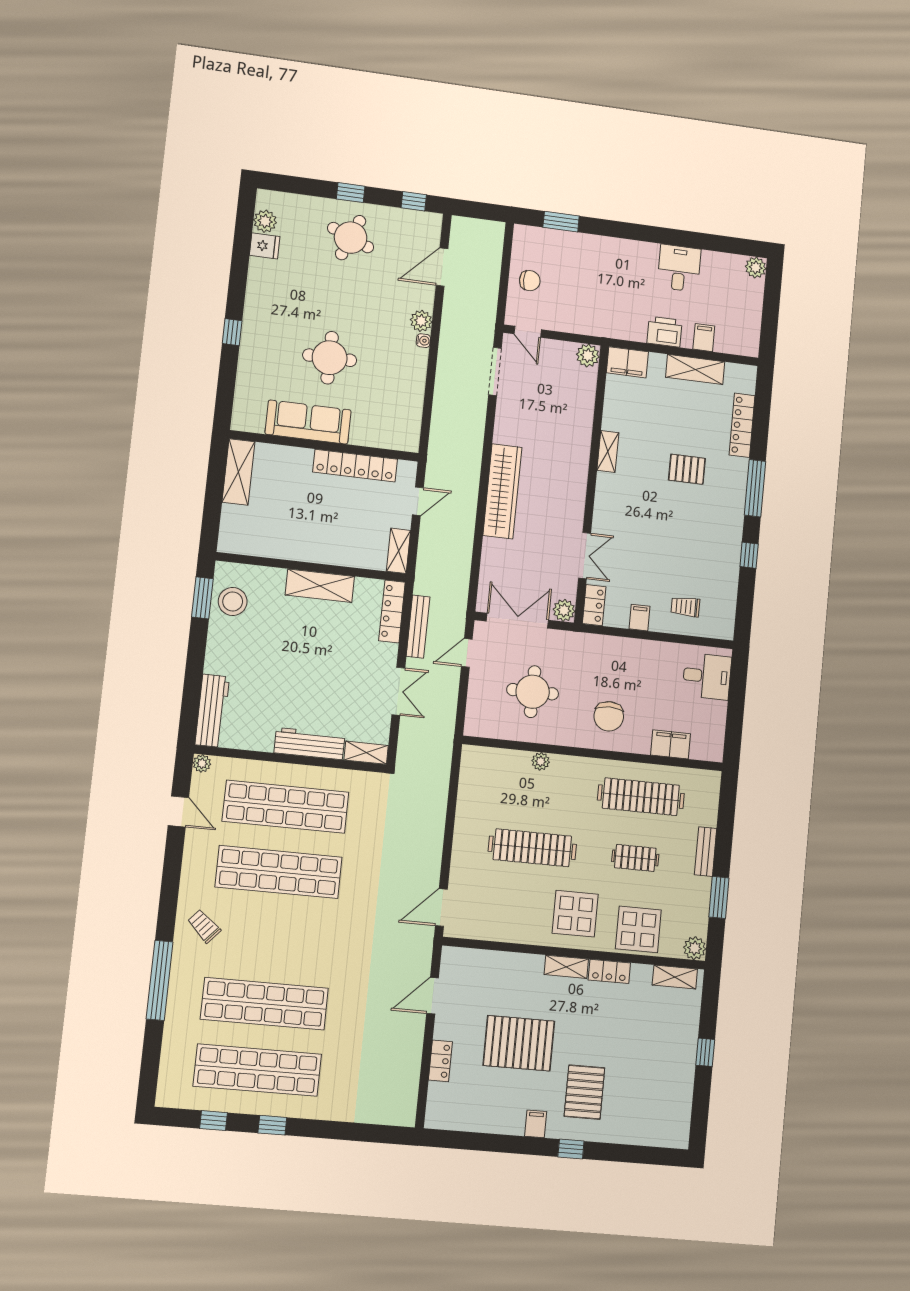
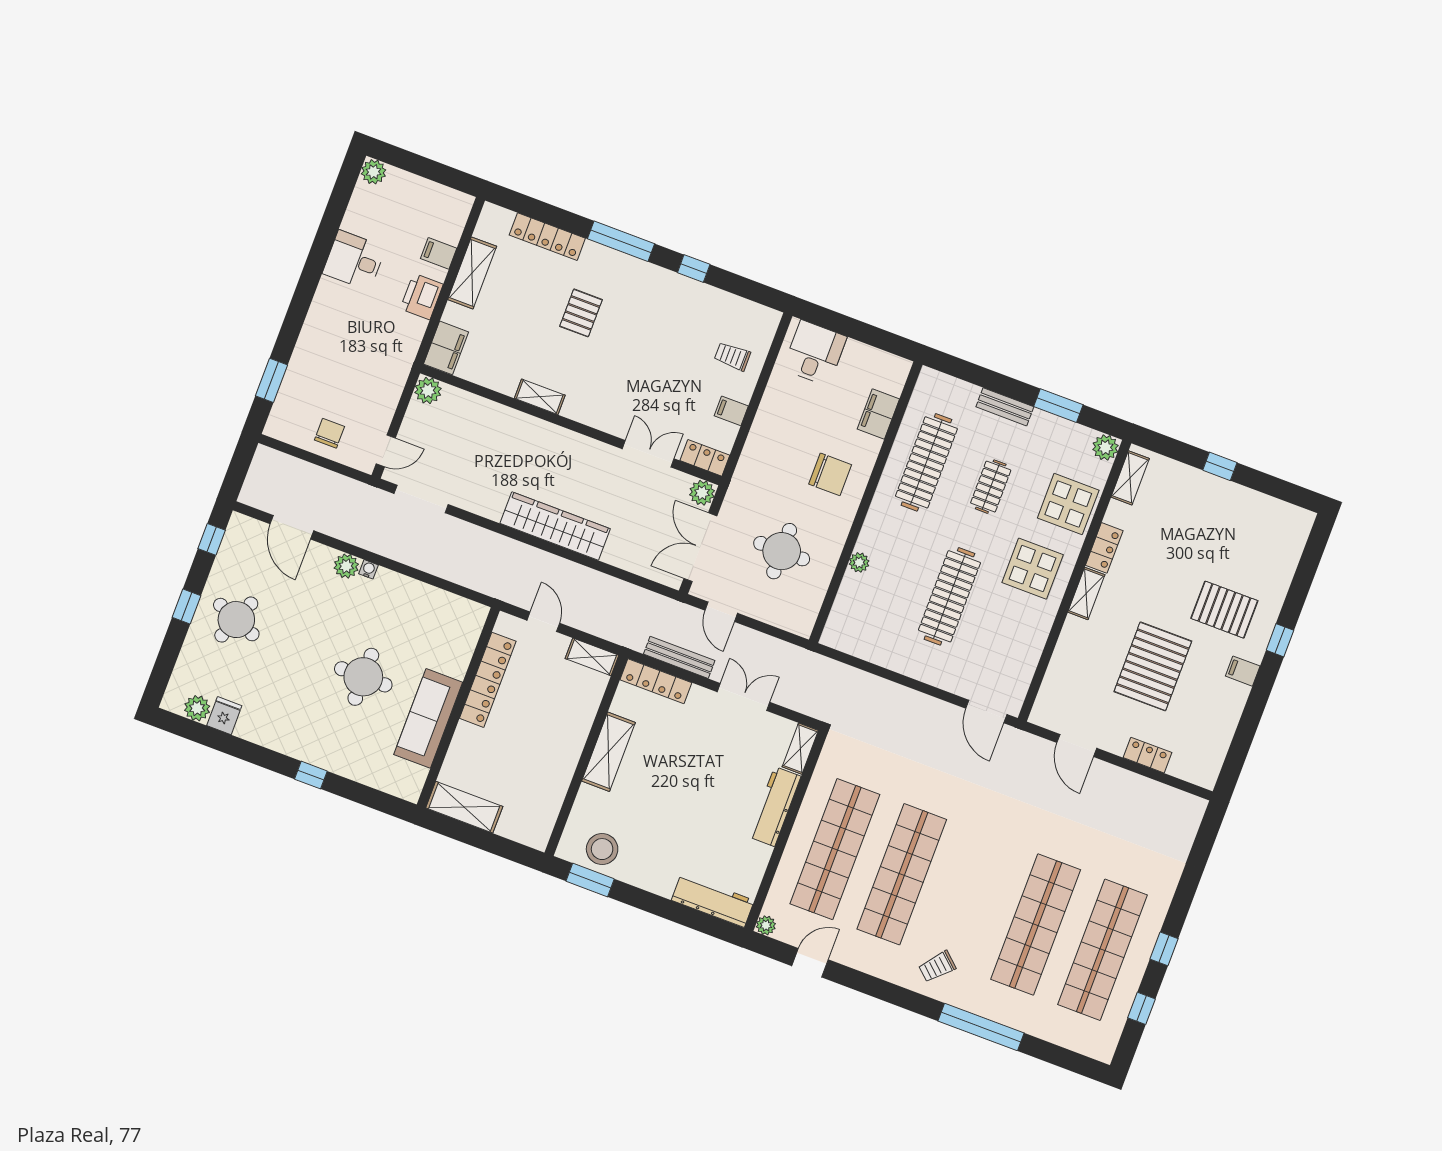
trolley: (685, 607) -> (732, 356), turned 90

